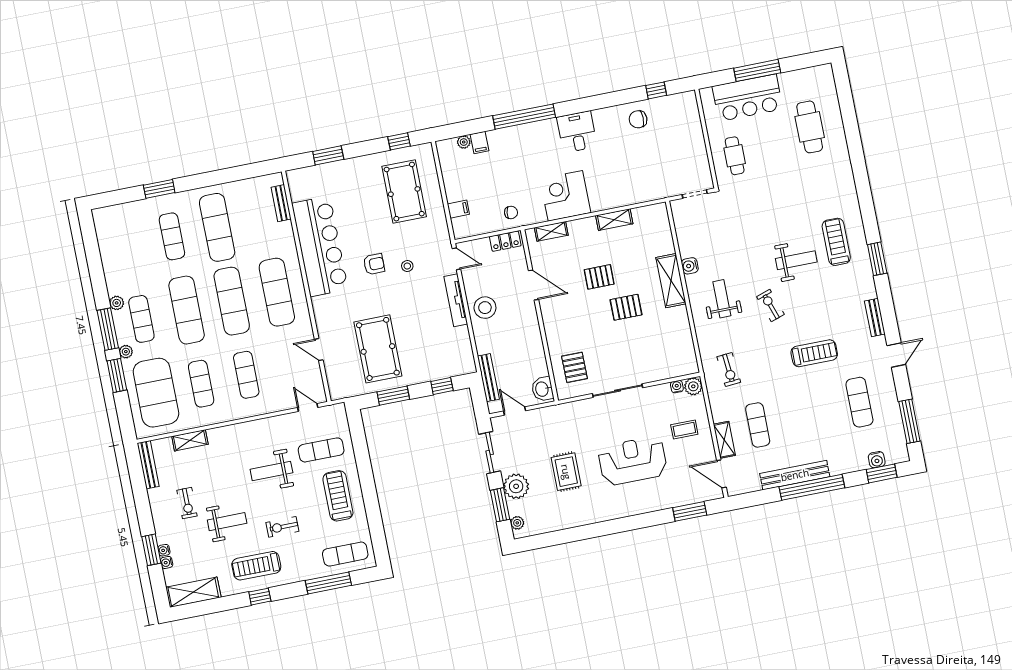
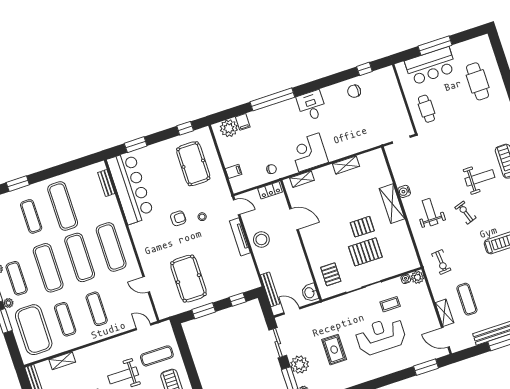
plant: (464, 142) -> (229, 128), width x1.88, depth x1.88
bar counter: (320, 246) -> (130, 188), moved
pallet: (599, 277) -> (365, 252), moved, width x1.50, depth x1.42
coffee table: (684, 429) -> (390, 304), moved

